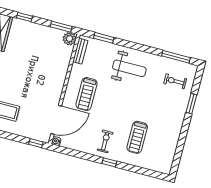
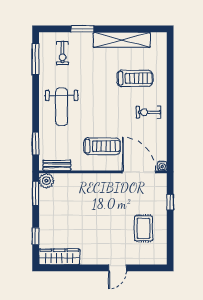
weight bench: (129, 68) -> (62, 107), turned 180
shelving: (173, 135) -> (122, 40), added
window: (36, 143) -> (170, 202), moved
window: (109, 162) -> (170, 101), removed

